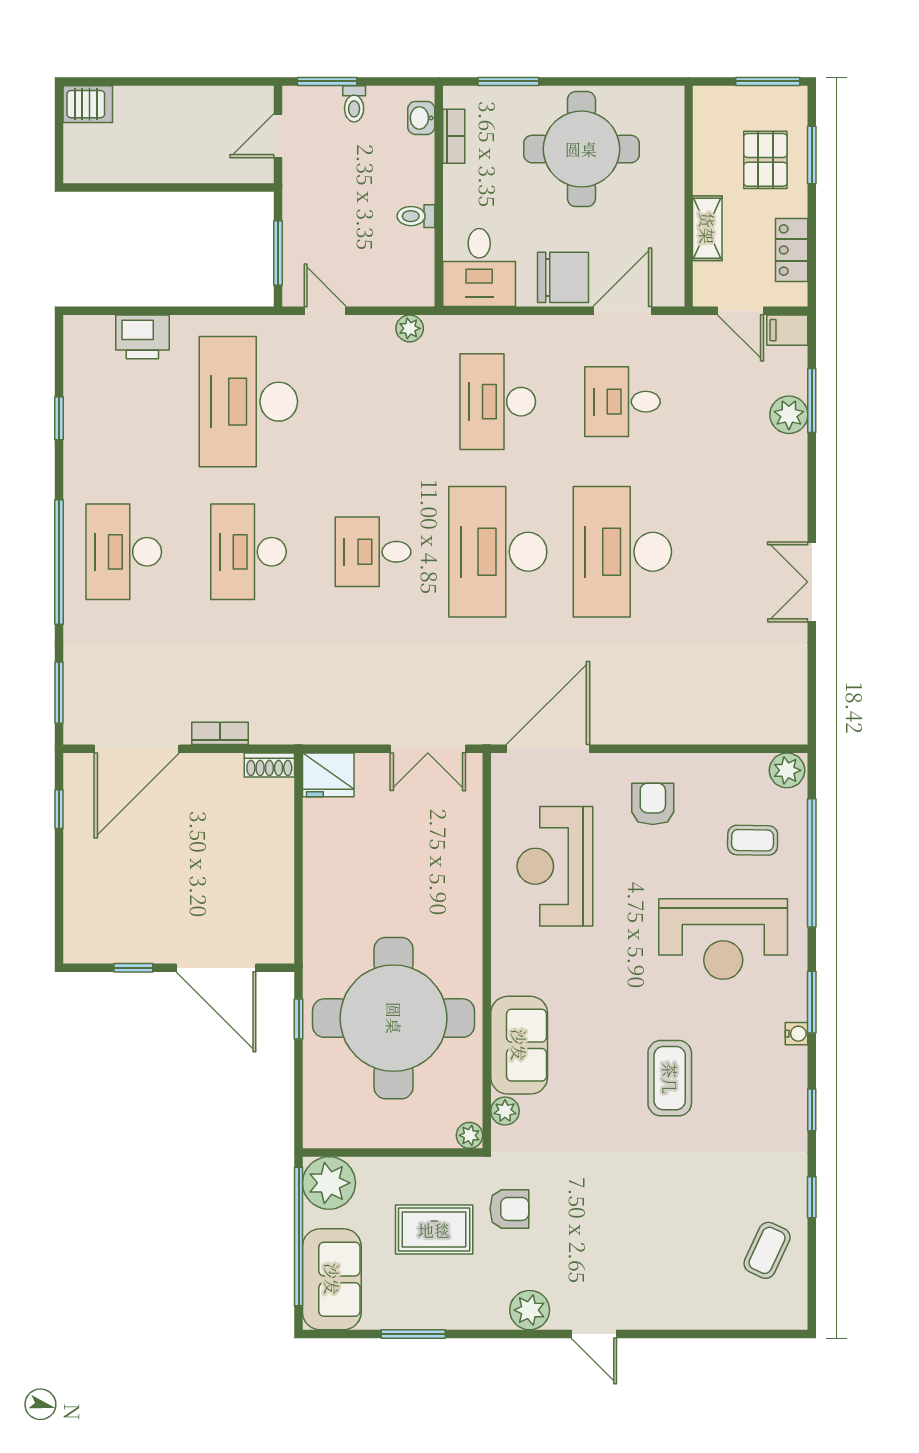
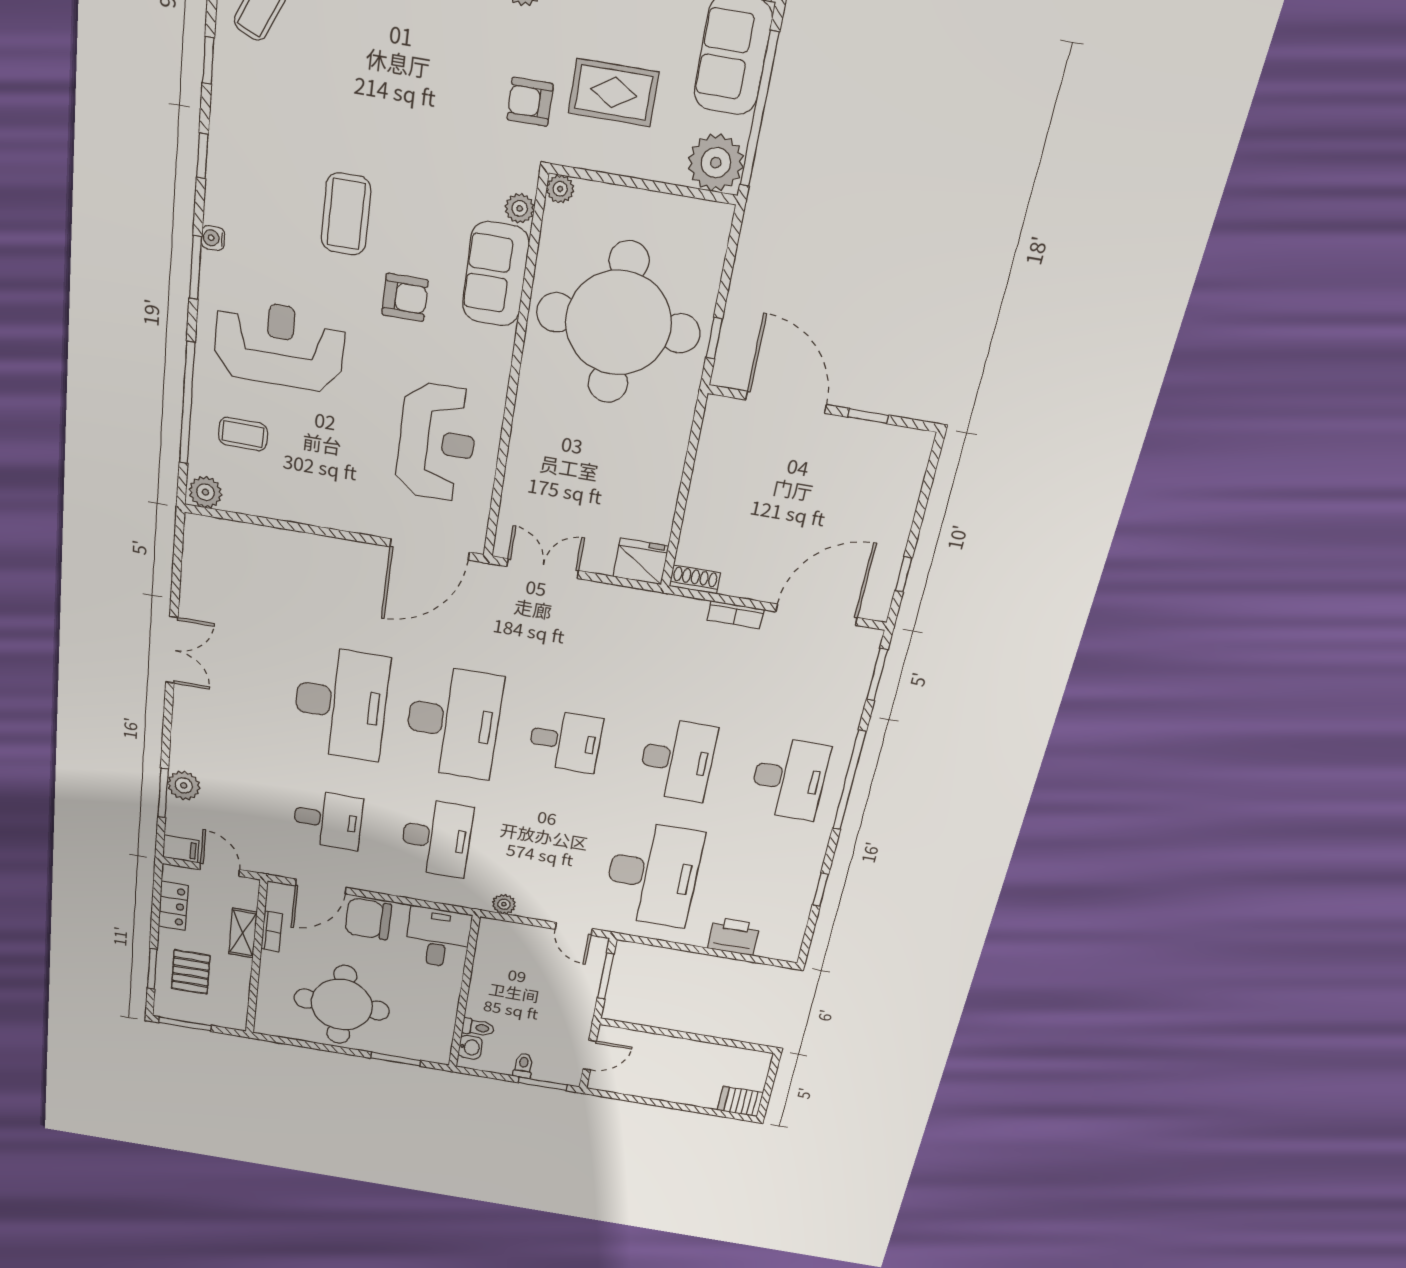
bookcase: (454, 136) -> (272, 931), moved, turned 180
toilet: (416, 216) -> (478, 1027), moved
armchair: (653, 804) -> (405, 297), moved, turned -90

